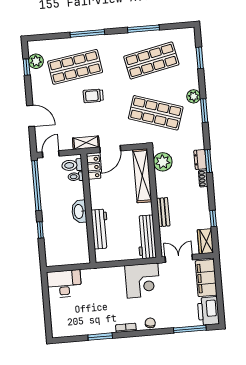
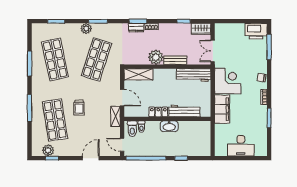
plant: (163, 162) -> (156, 57), moved
locker: (94, 167) -> (158, 112), moved
shelving: (142, 176) -> (138, 74), width x0.68
filing cabinet: (206, 278) -> (222, 109), moved, turned -90
desk: (64, 284) -> (241, 146), moved, turned -90

